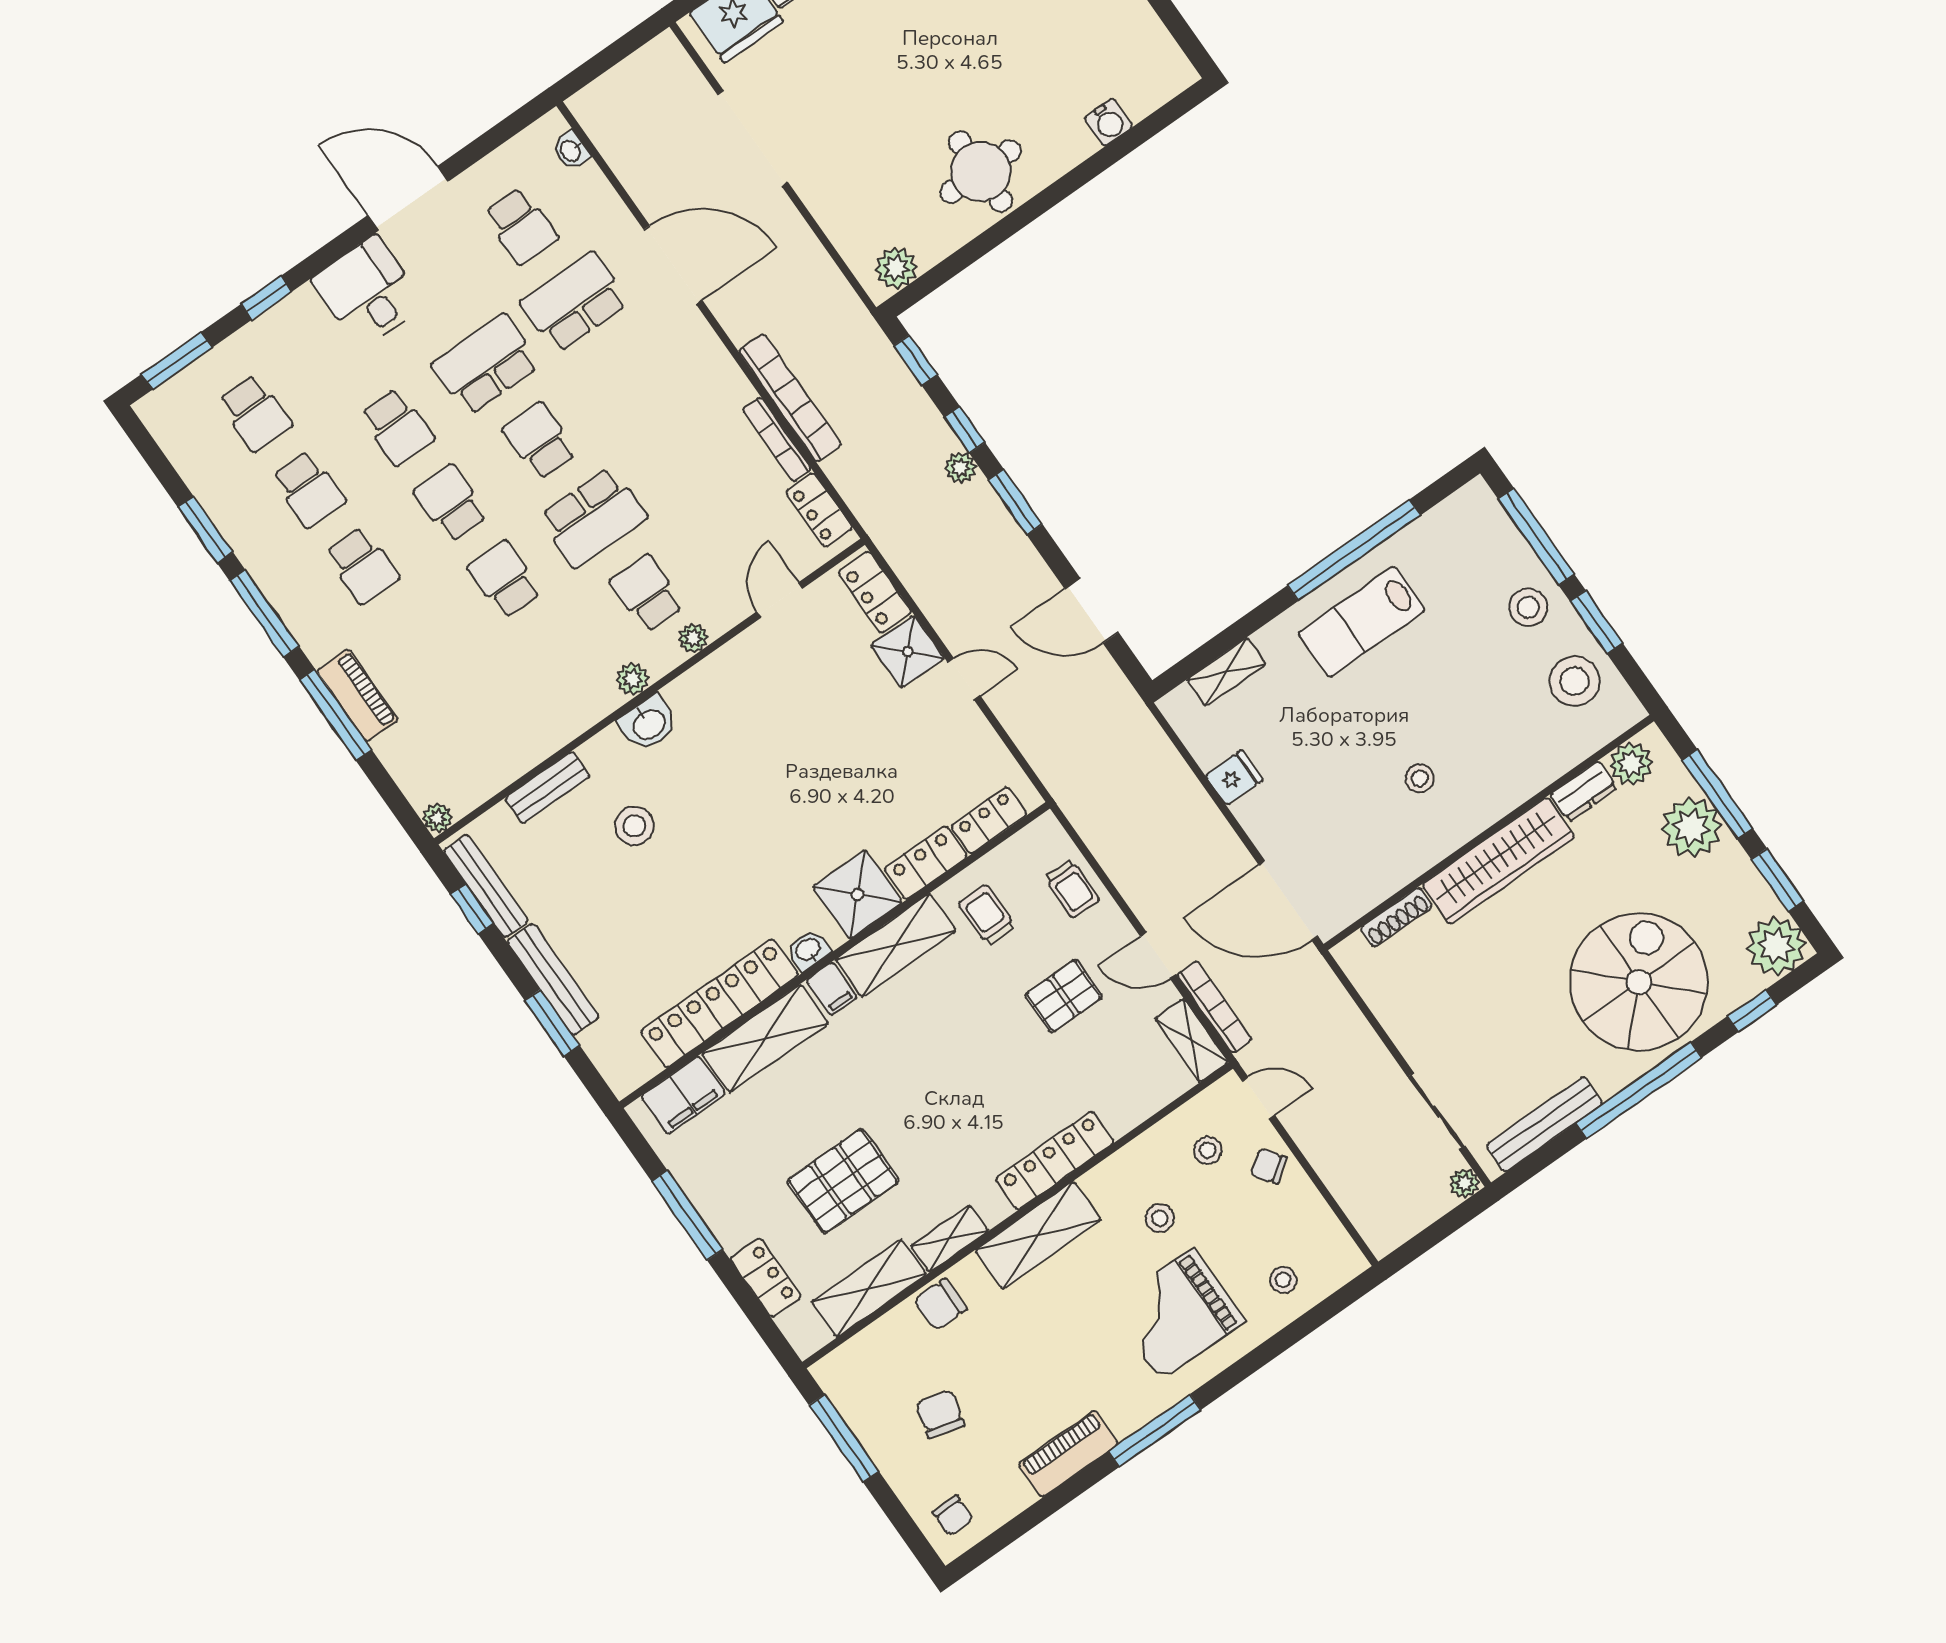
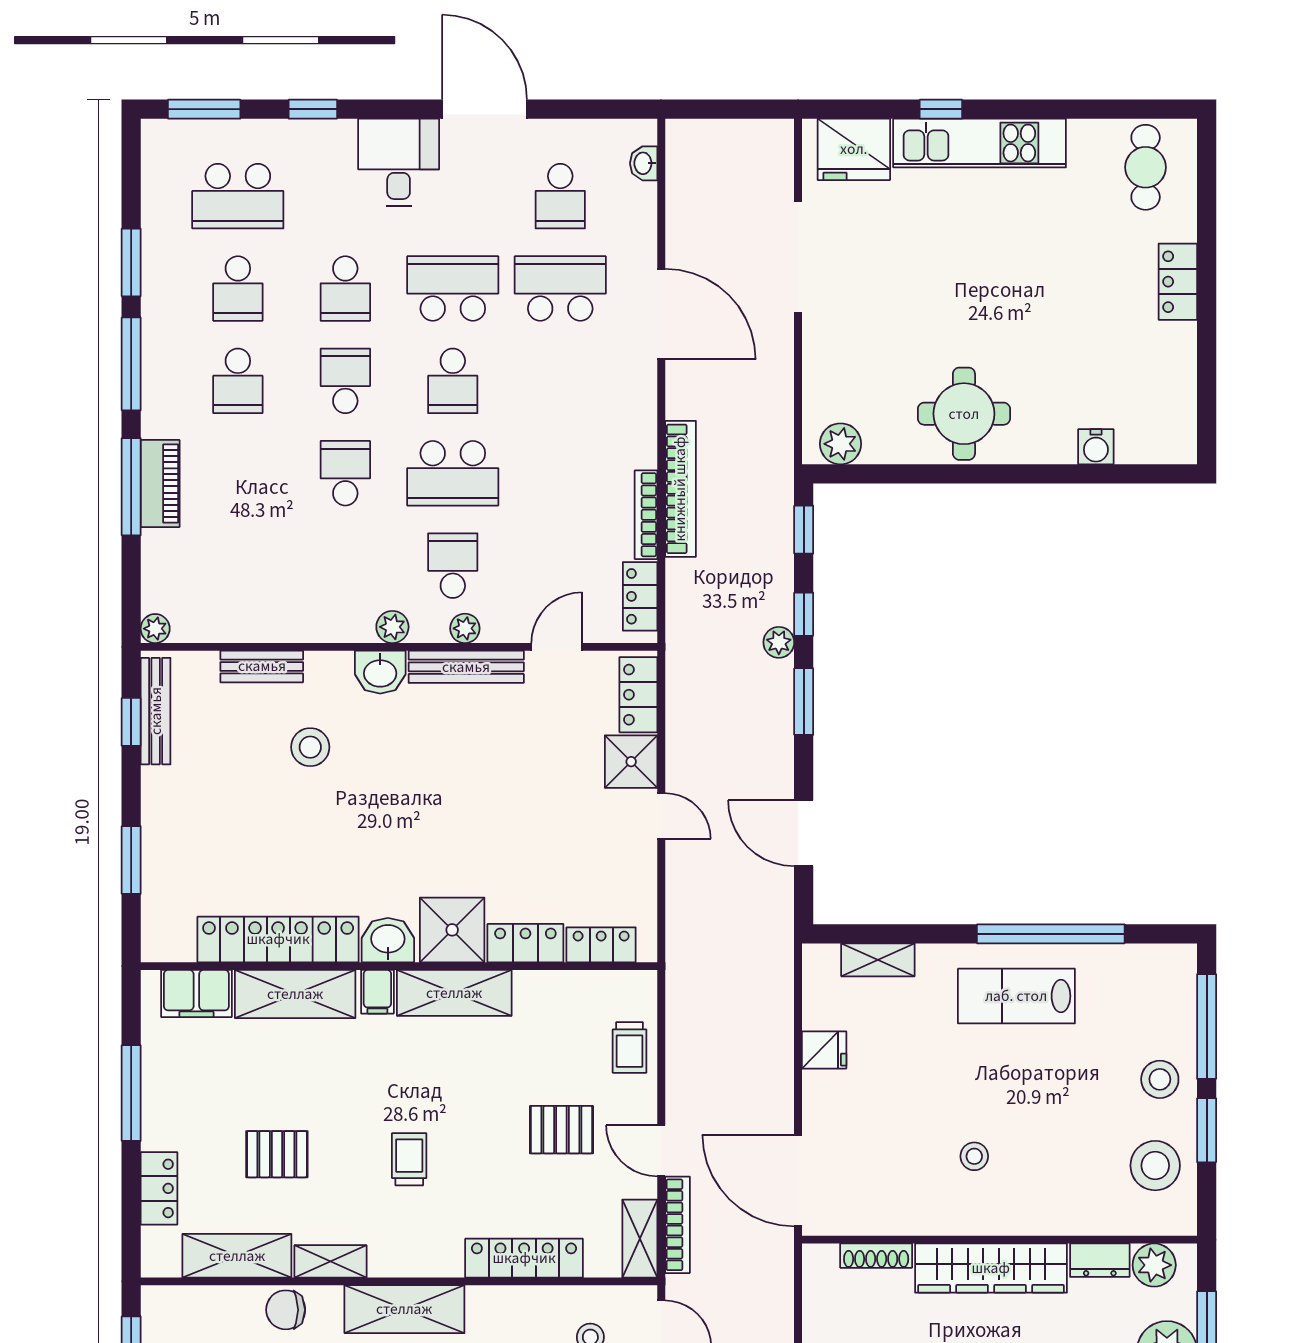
school desk: (255, 413) -> (238, 196), width x1.85
school desk: (540, 441) -> (453, 381), turned 180
trolley: (987, 915) -> (409, 1159), moved
washbasin: (808, 950) -> (388, 940), width x1.38, depth x1.45
bench: (553, 979) -> (466, 667), moved, turned 90
locker: (1055, 1160) -> (524, 1258), moved
pallet: (843, 1181) -> (277, 1154), width x0.67, depth x0.71

